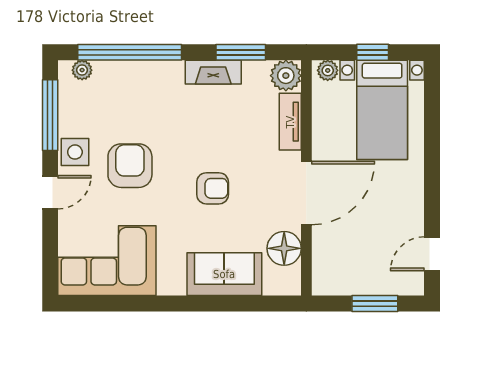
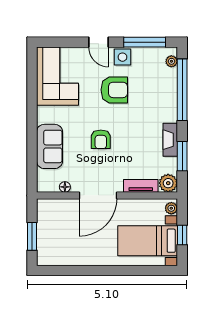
door: (306, 193) -> (98, 195), hinge flipped
floor lamp: (284, 248) -> (65, 187), width x0.53, depth x0.53
door: (432, 254) -> (62, 271), removed

